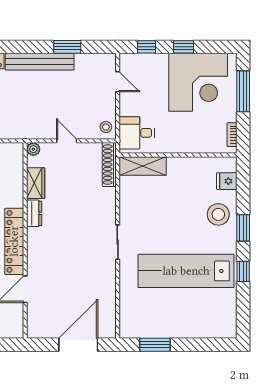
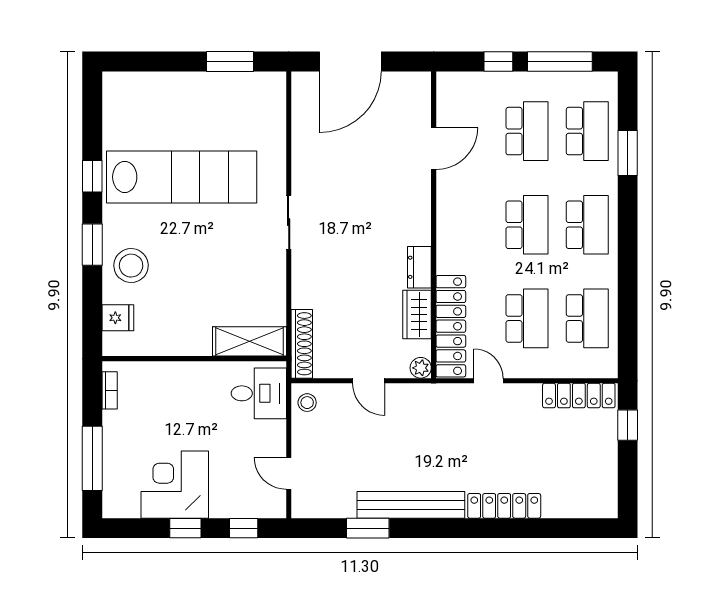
corner desk: (198, 82) -> (175, 485), width x0.74, depth x0.74
locker: (14, 241) -> (451, 326), moved

